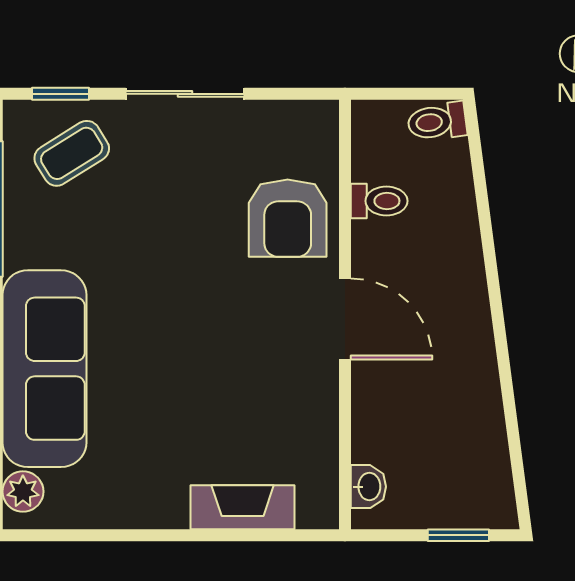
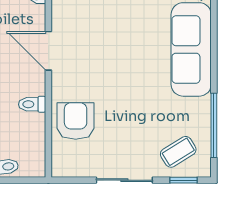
toilet: (379, 201) -> (32, 104), moved
door: (345, 319) -> (48, 51), moved

